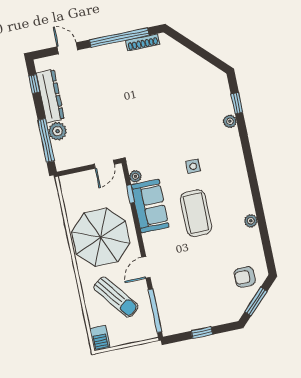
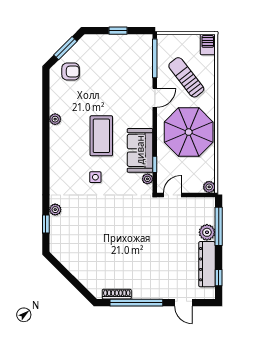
plant: (66, 182) -> (209, 187), added

